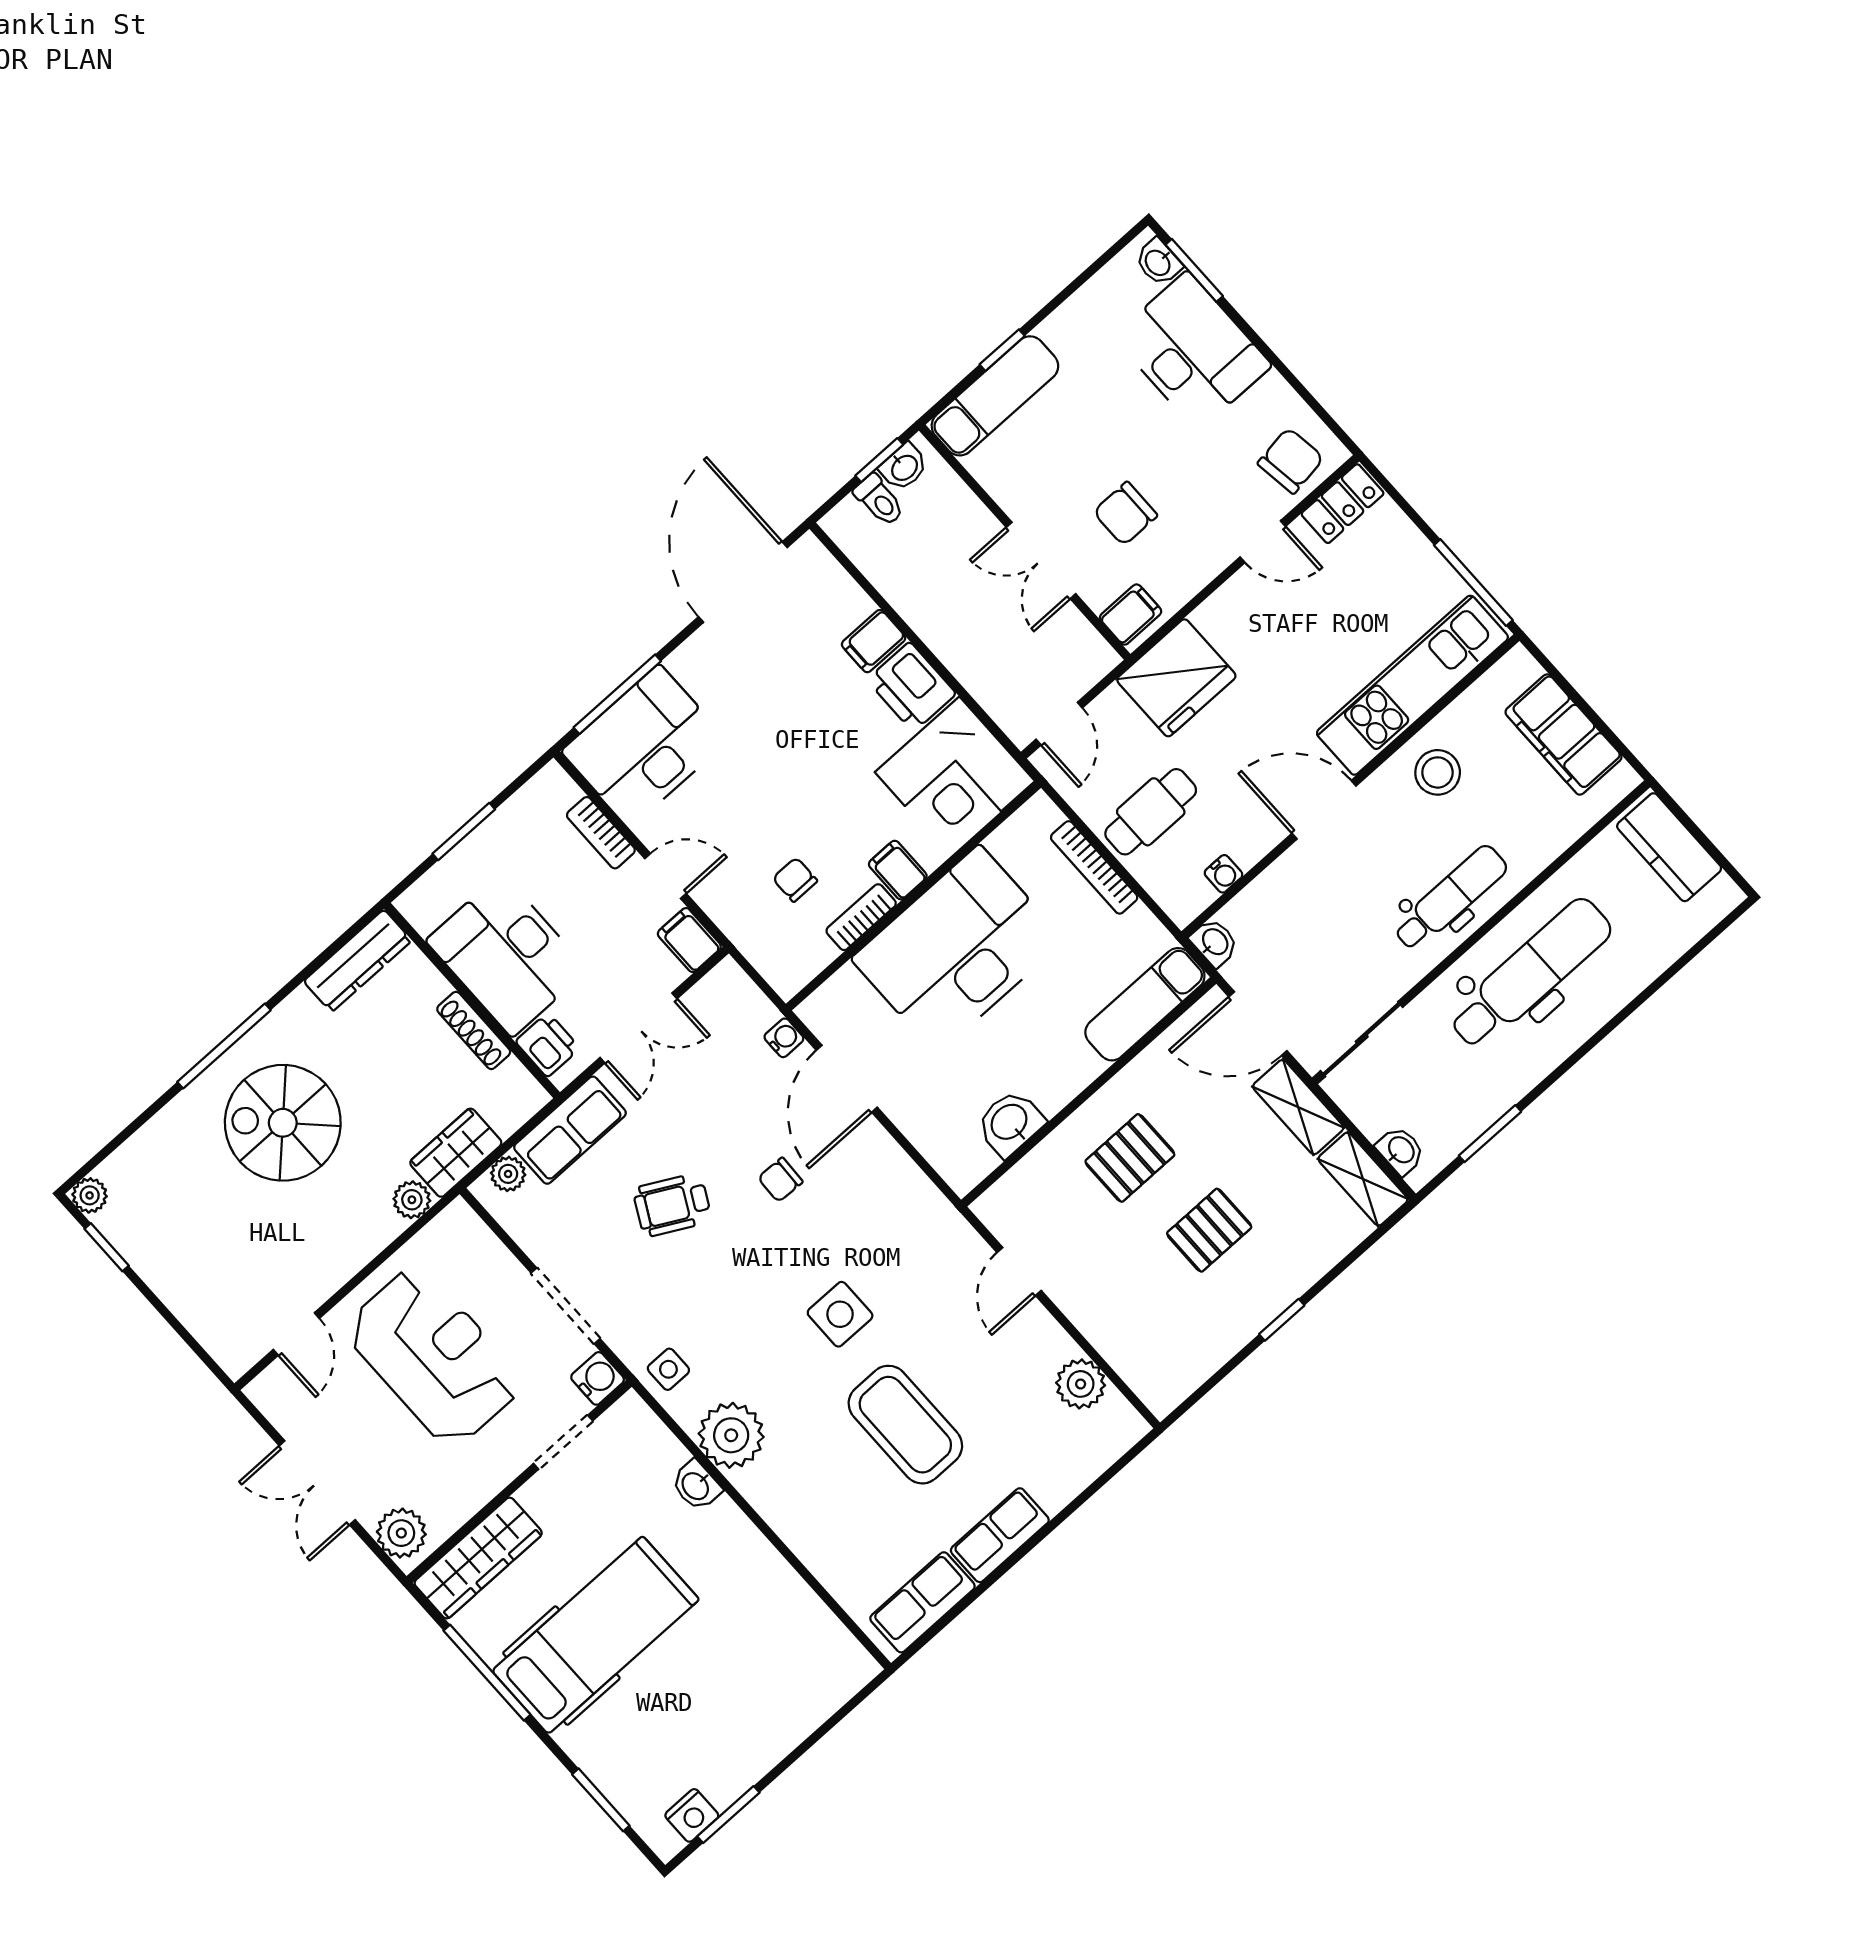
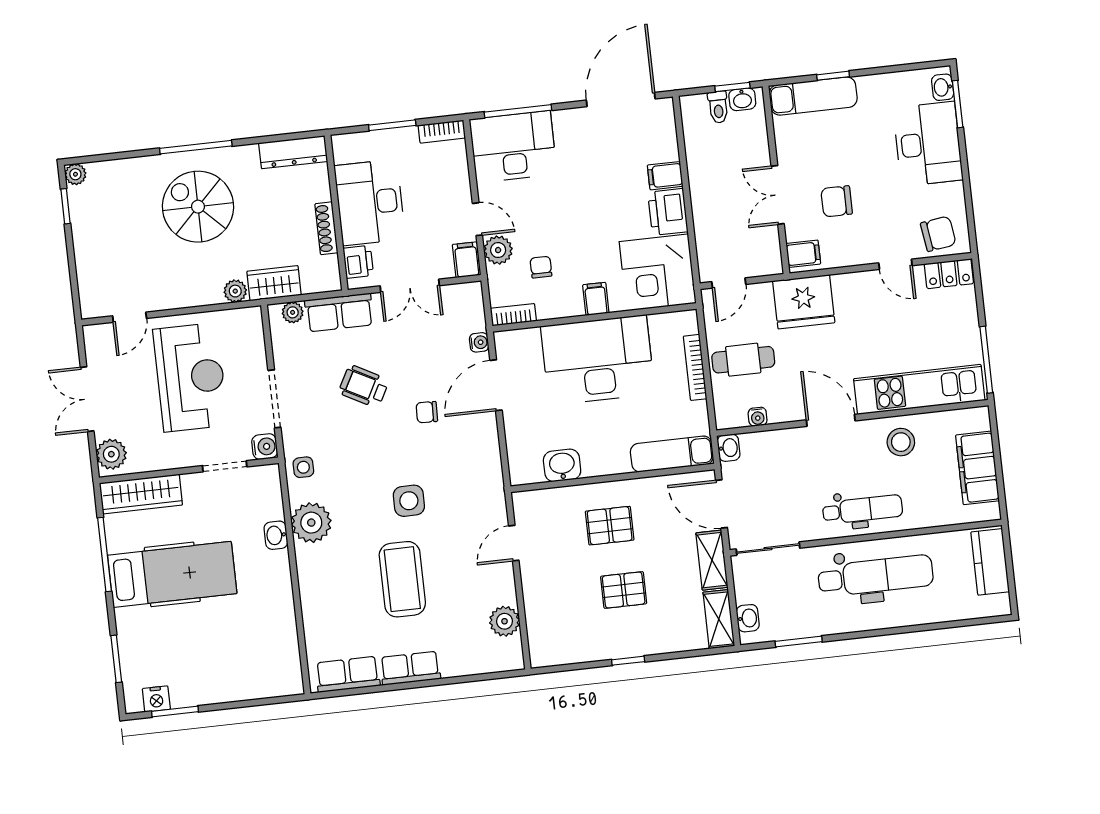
bookcase: (601, 833) -> (442, 132), moved, turned -90
plant: (722, 897) -> (498, 250), added
bookcase: (861, 917) -> (513, 315), moved

